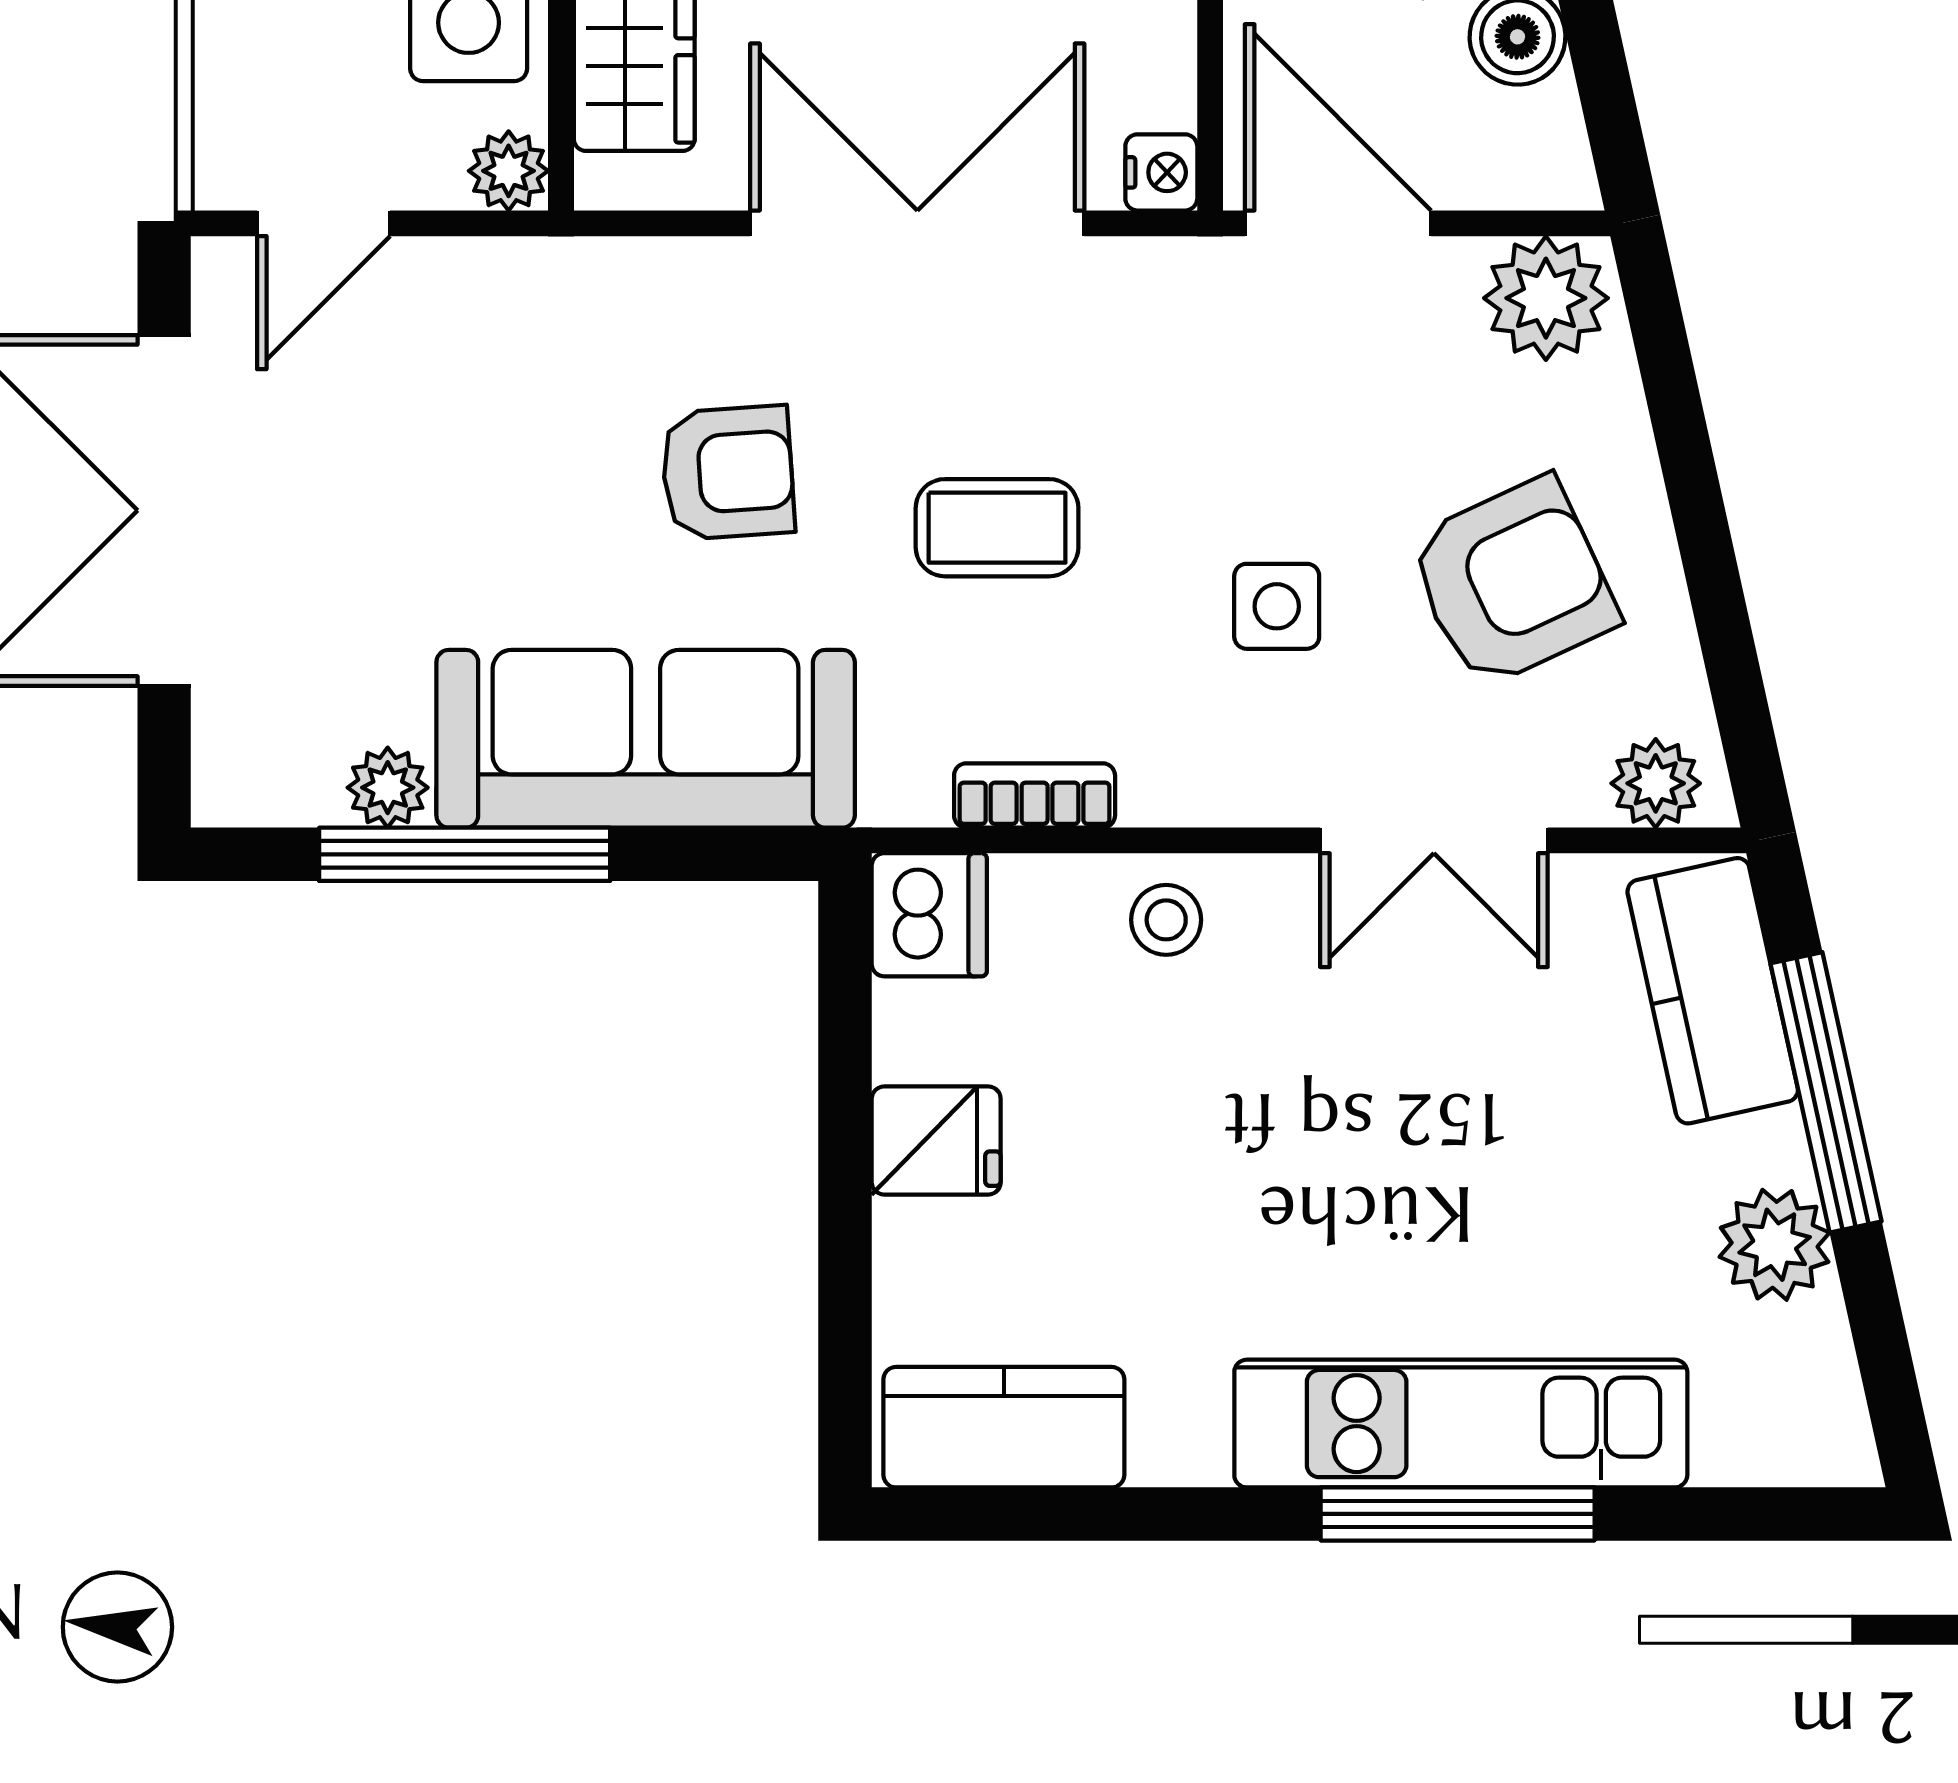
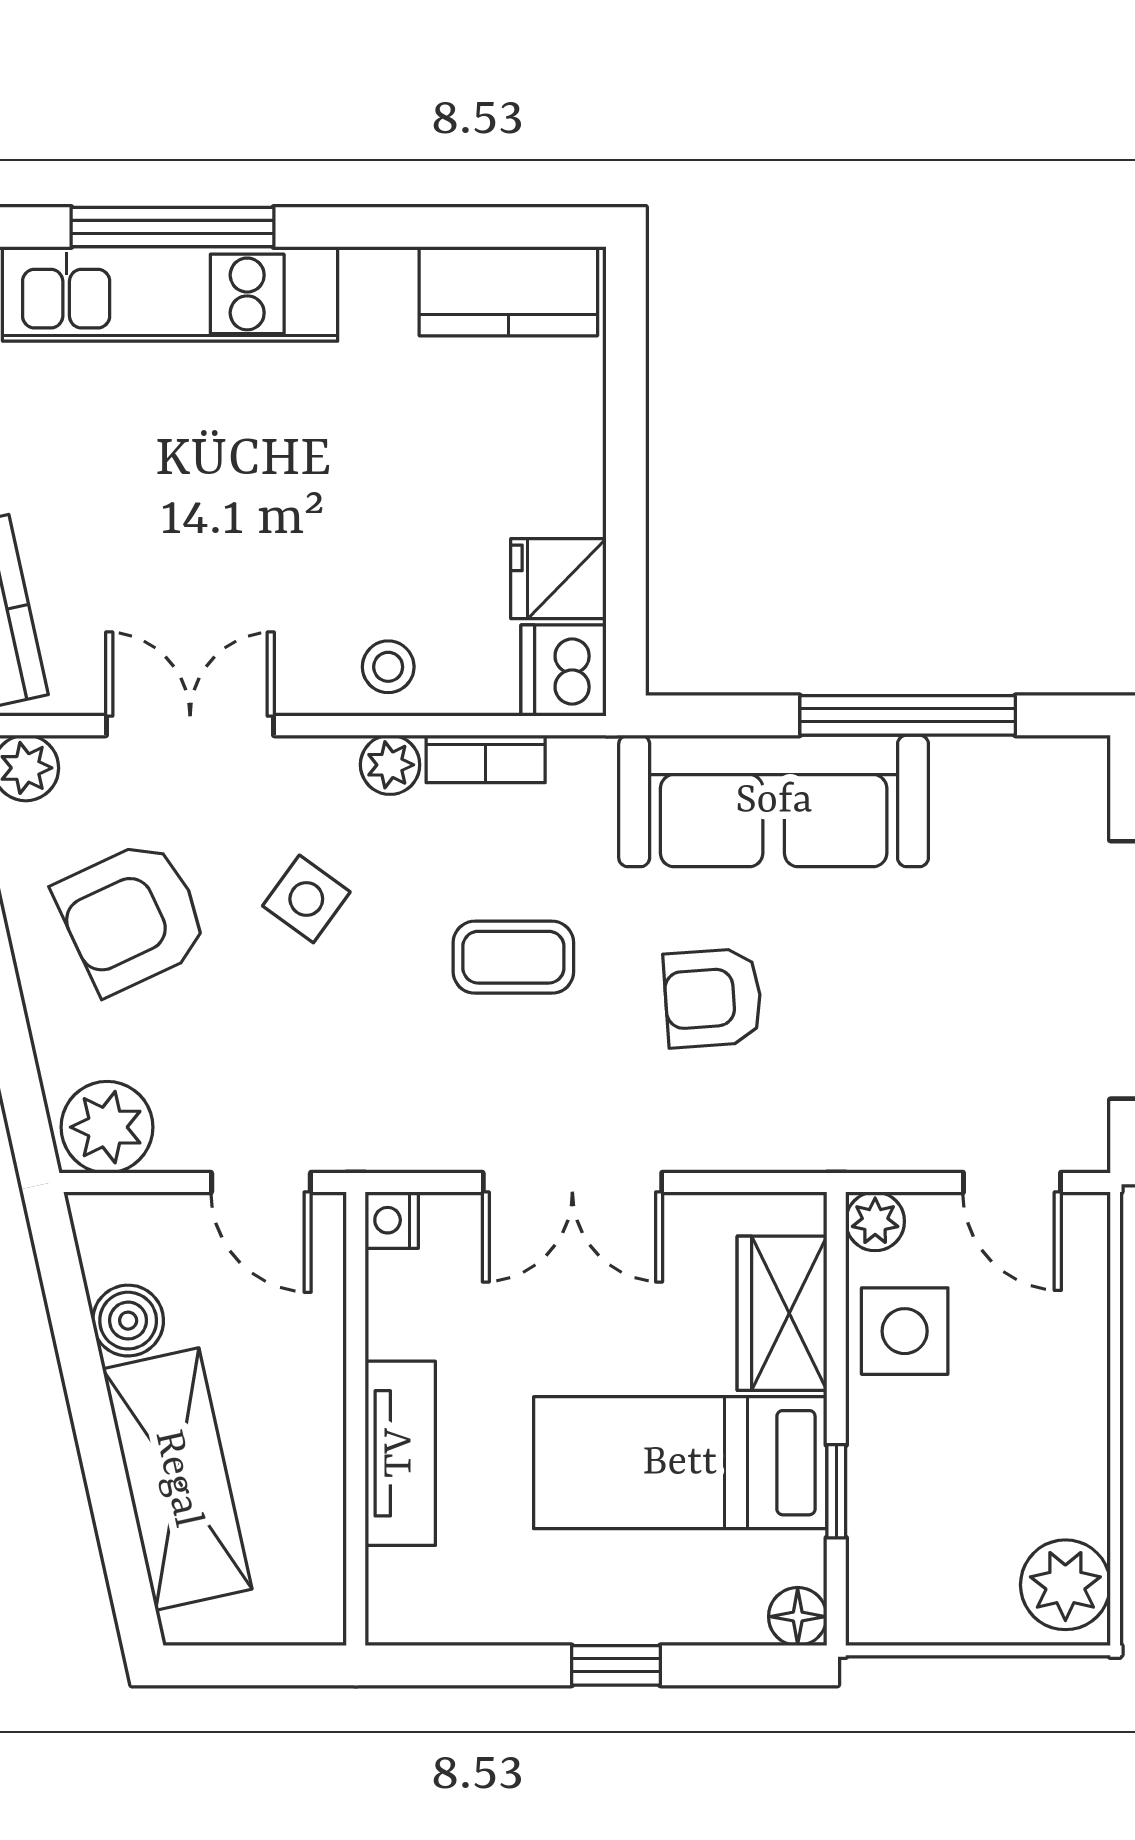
door: (324, 223) -> (1012, 1182), swing flipped
double door: (917, 223) -> (572, 1182), width x0.73
door: (1338, 223) -> (261, 1182), width x0.73
side table: (1277, 606) -> (306, 899), turned 36
plant: (388, 788) -> (390, 765), moved
fridge: (936, 1141) -> (558, 579), moved

